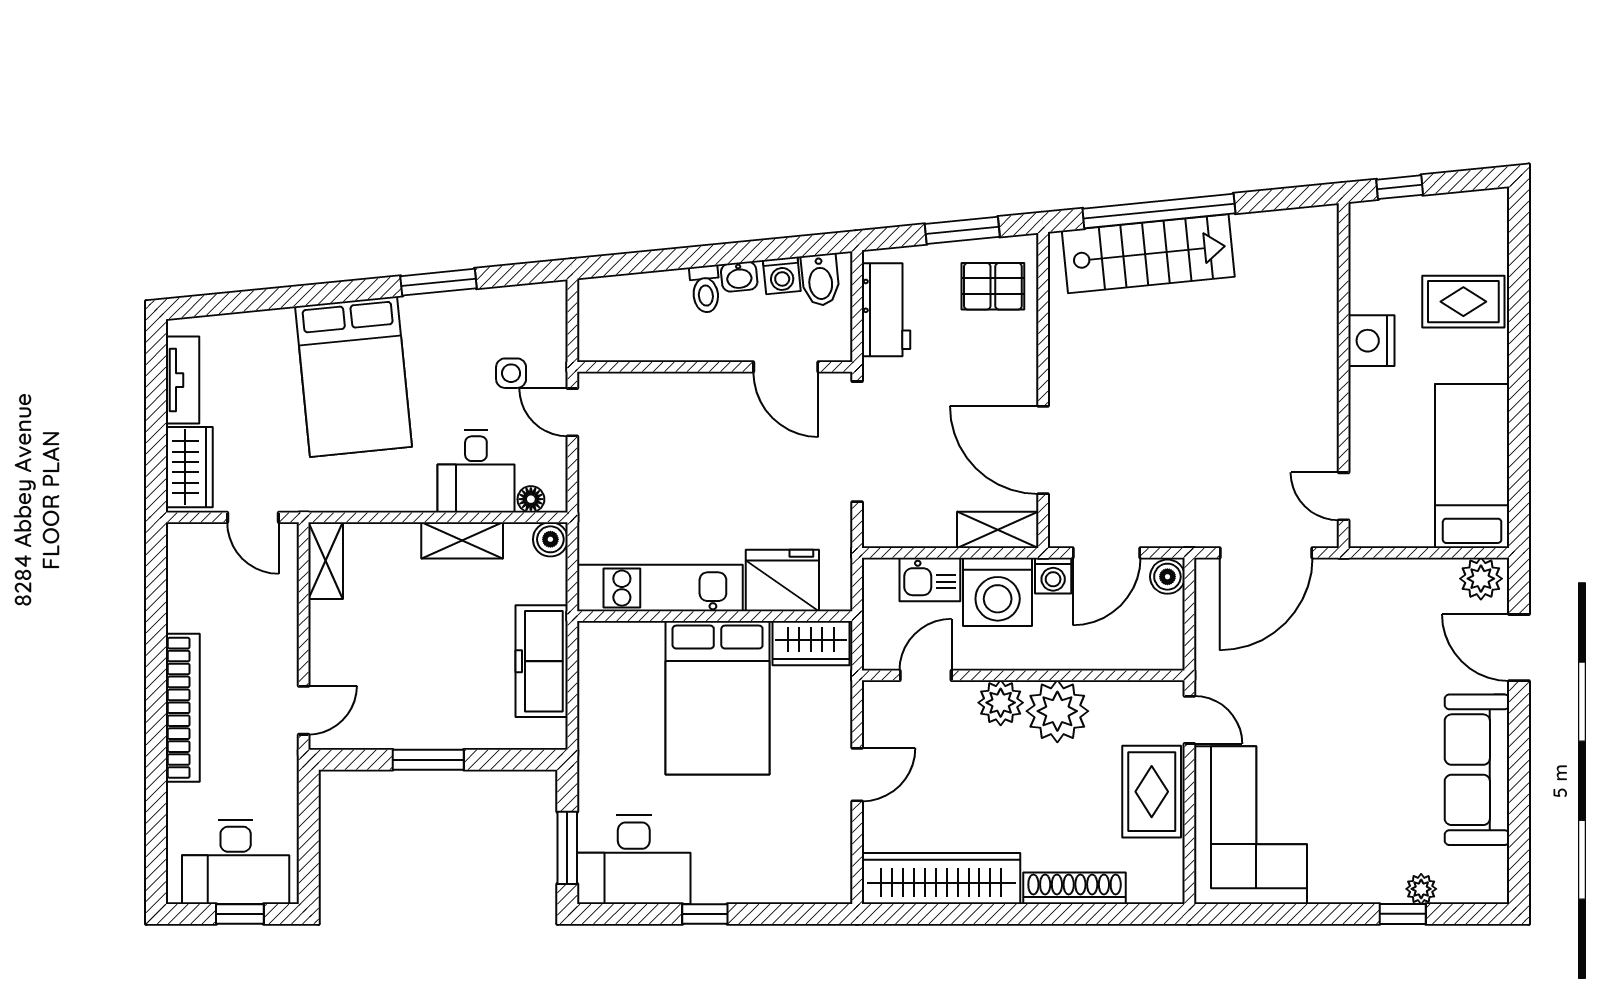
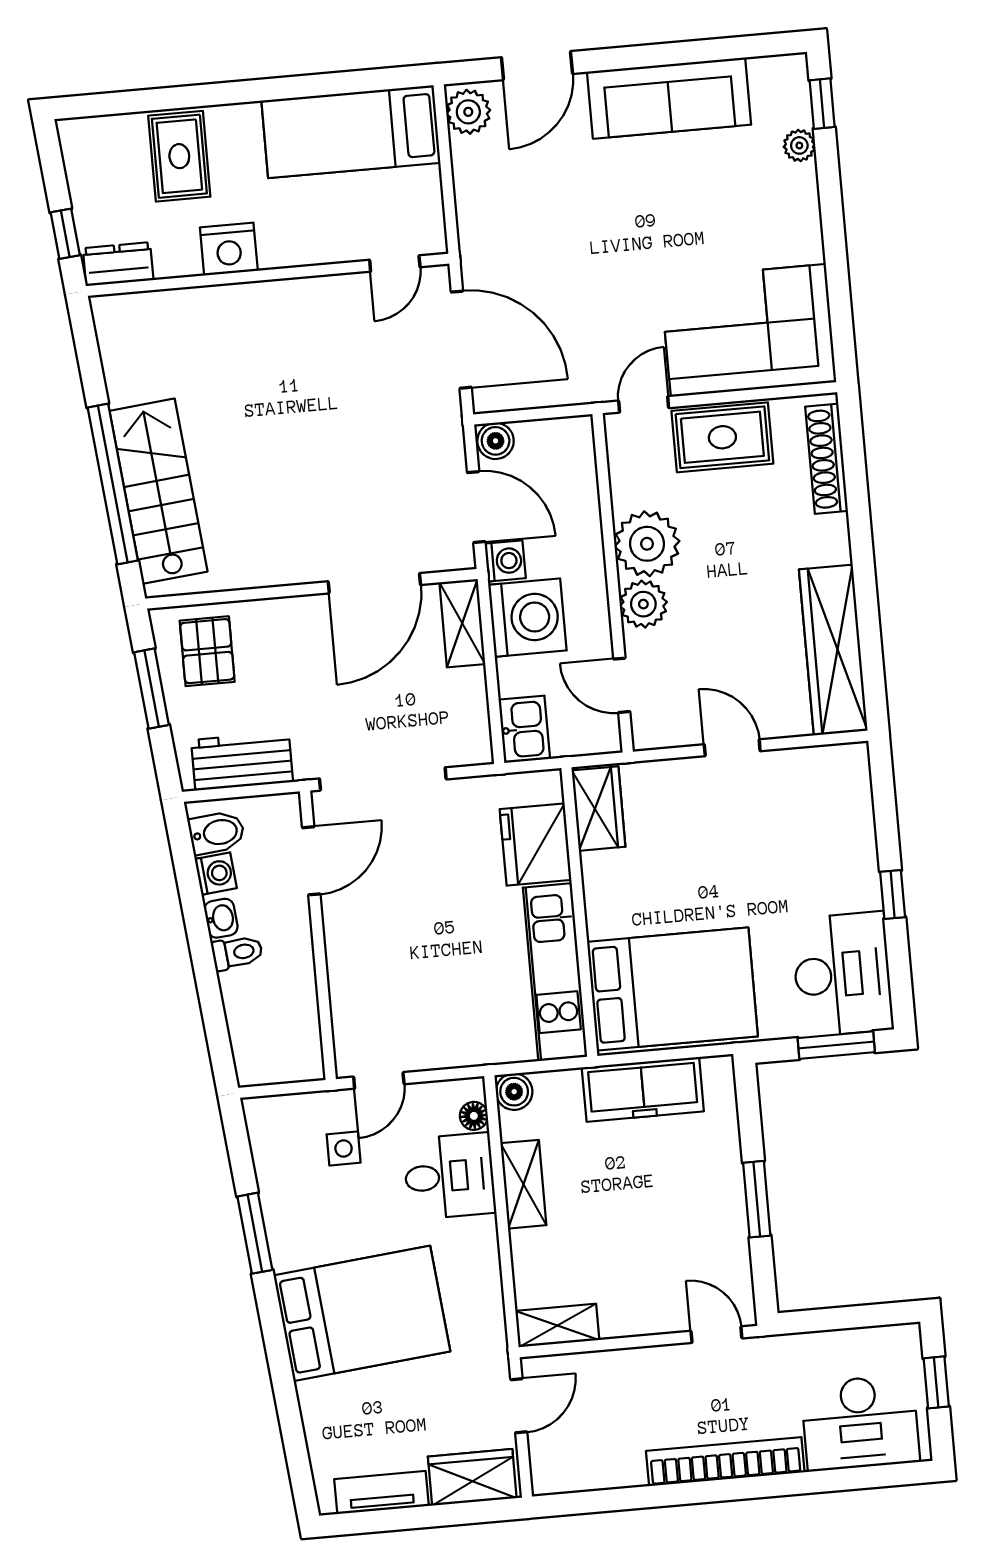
dresser: (1366, 235) -> (118, 264), added
kitchen sink: (930, 580) -> (524, 729), moved
bed: (718, 698) -> (672, 989), moved
desk: (236, 862) -> (860, 1423), moved, turned 90
shoe rack: (1075, 888) -> (827, 459), moved
window: (1403, 914) -> (822, 104), moved

